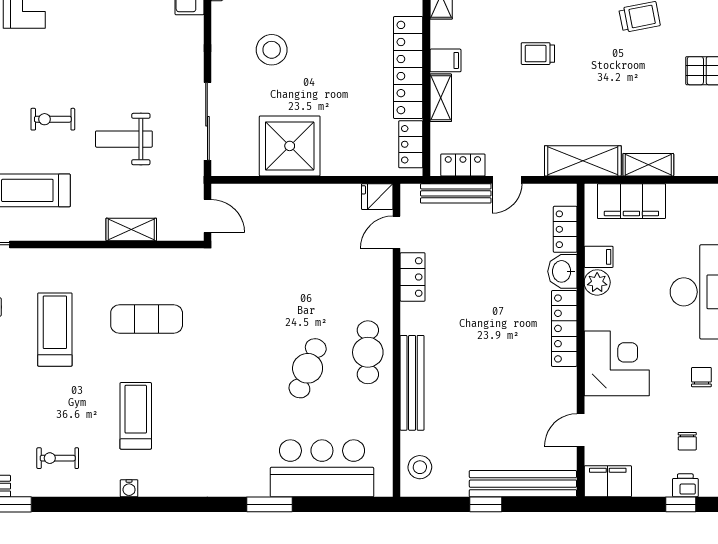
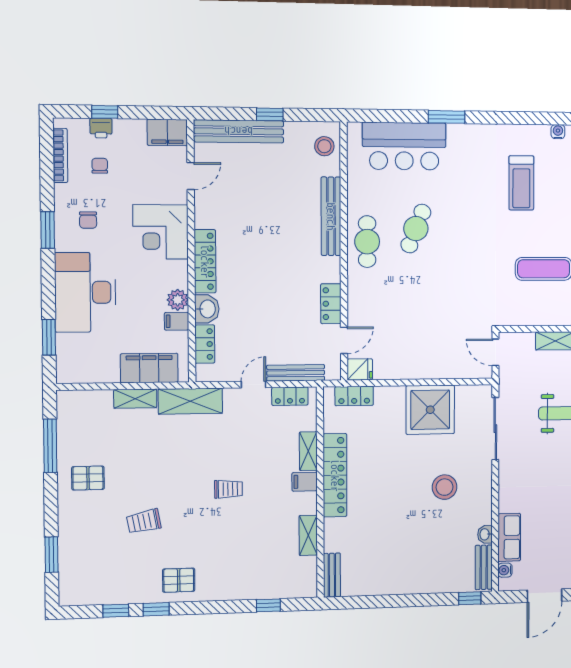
locker: (411, 144) -> (354, 396), moved, turned 90
treadmill: (136, 416) -> (521, 183), moved

